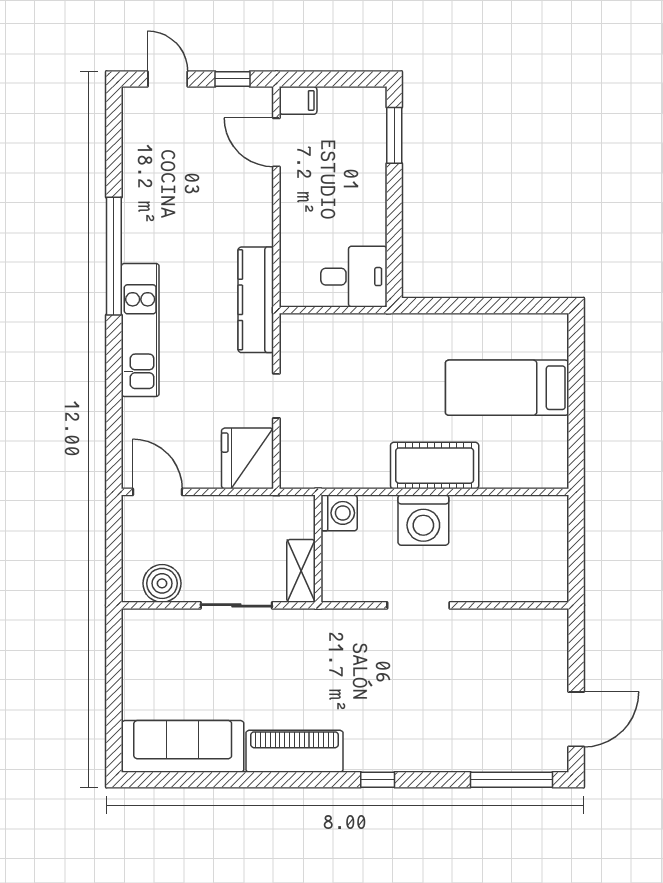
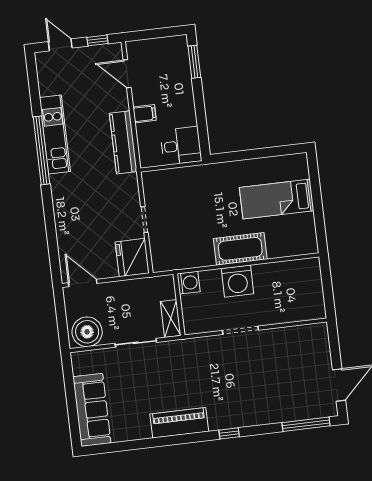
filing cabinet: (298, 100) -> (144, 114), moved
kitchen counter: (256, 300) -> (123, 142), moved
kitchen unit: (140, 330) -> (55, 134), moved
boiler: (162, 583) -> (87, 332), width x1.37, depth x1.37
sofa: (183, 746) -> (92, 410), moved, turned 90

